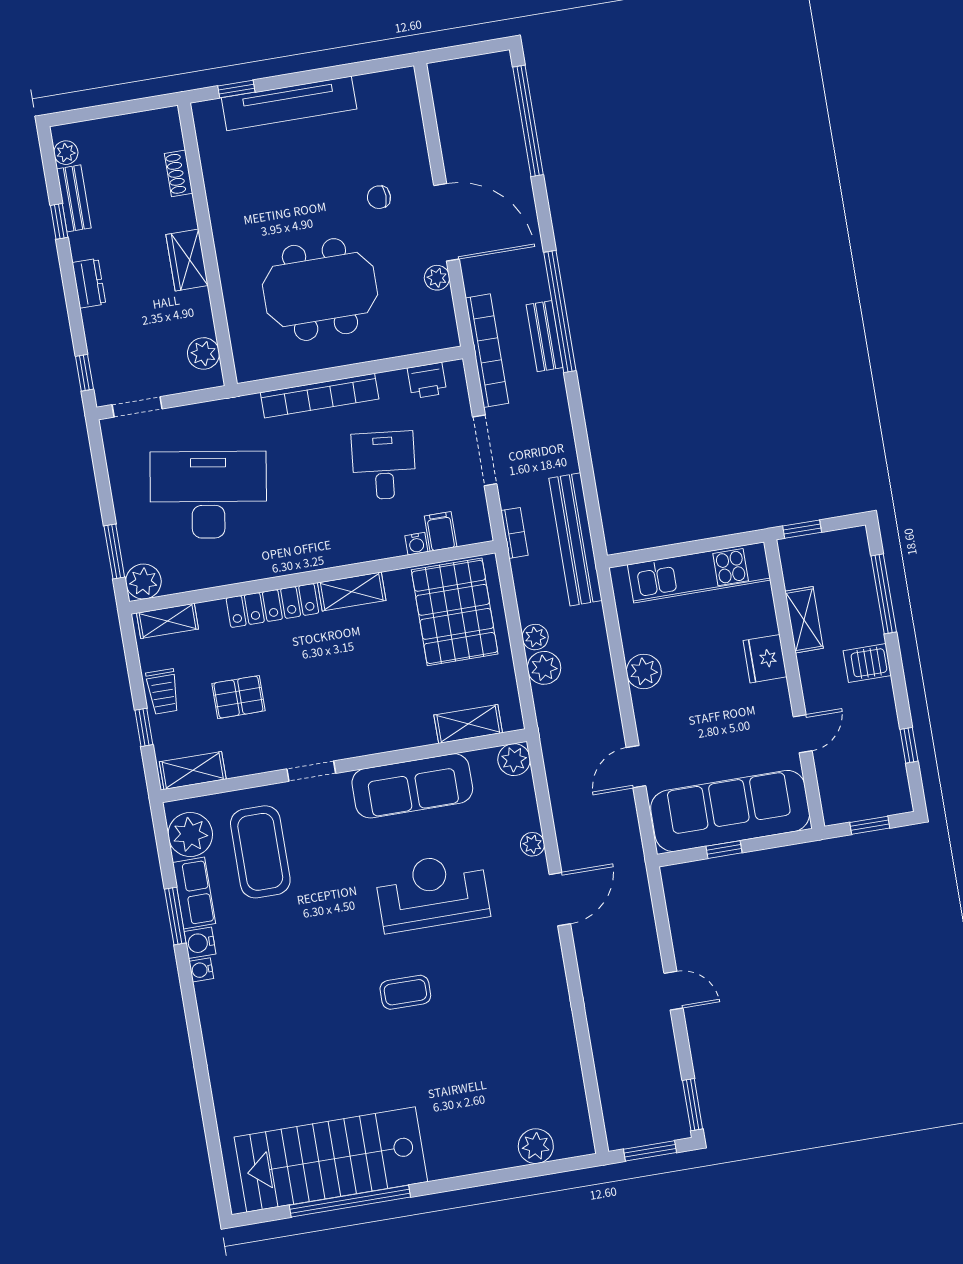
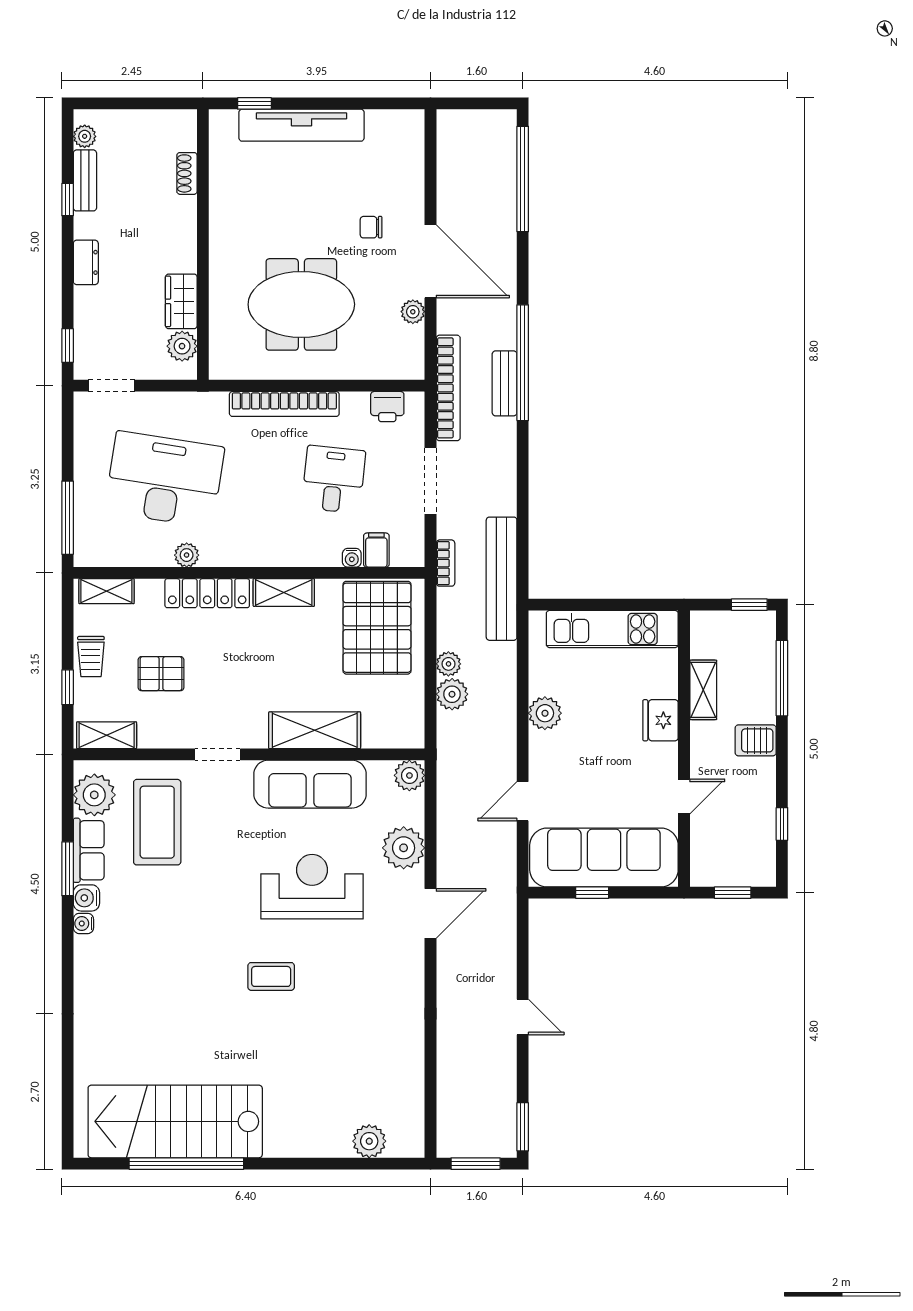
wardrobe: (187, 260) -> (181, 301), moved
window: (802, 529) -> (749, 605), moved
window: (114, 551) -> (68, 518), width x1.44
plant: (143, 582) -> (187, 555), moved, width x0.73, depth x0.73
shelving: (468, 724) -> (315, 730), moved, width x1.50, depth x1.33
plant: (532, 844) -> (404, 848), width x1.87, depth x1.87

